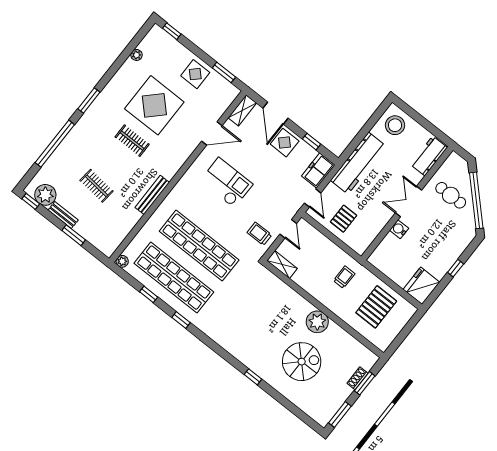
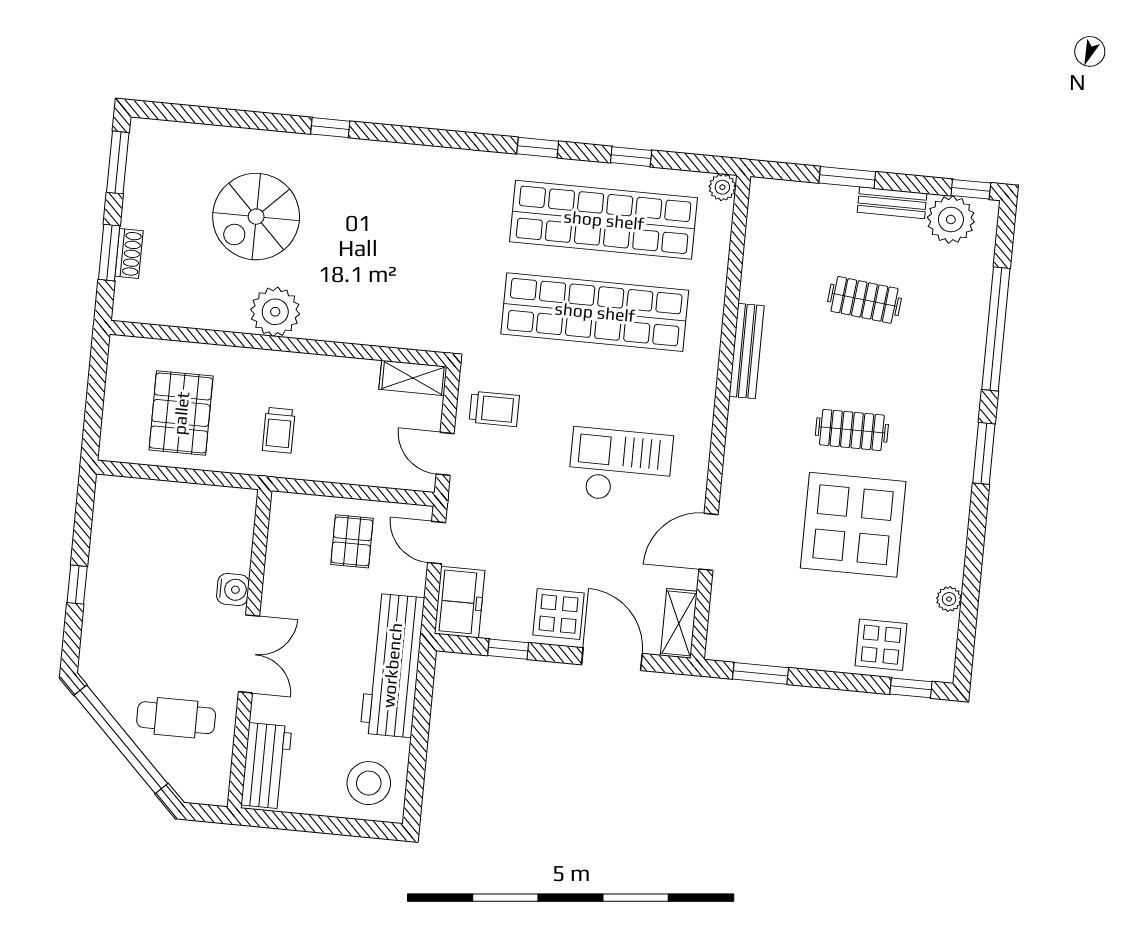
display table: (195, 74) -> (881, 645), moved
checkout: (226, 183) -> (620, 466), turned 180
fridge: (421, 286) -> (121, 509), removed

